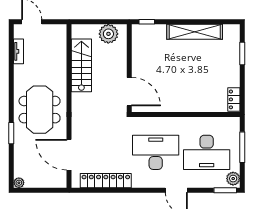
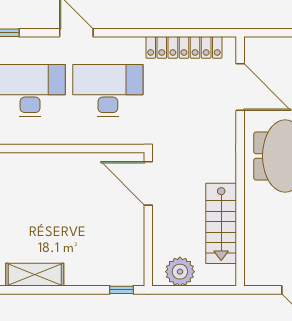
shelving: (195, 32) -> (35, 275), width x0.68
desk: (156, 152) -> (108, 91), turned 180

